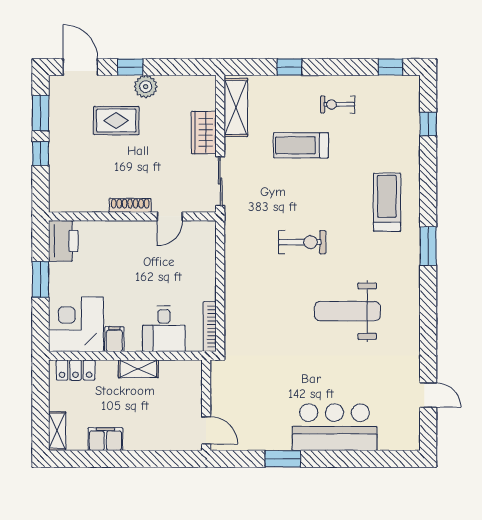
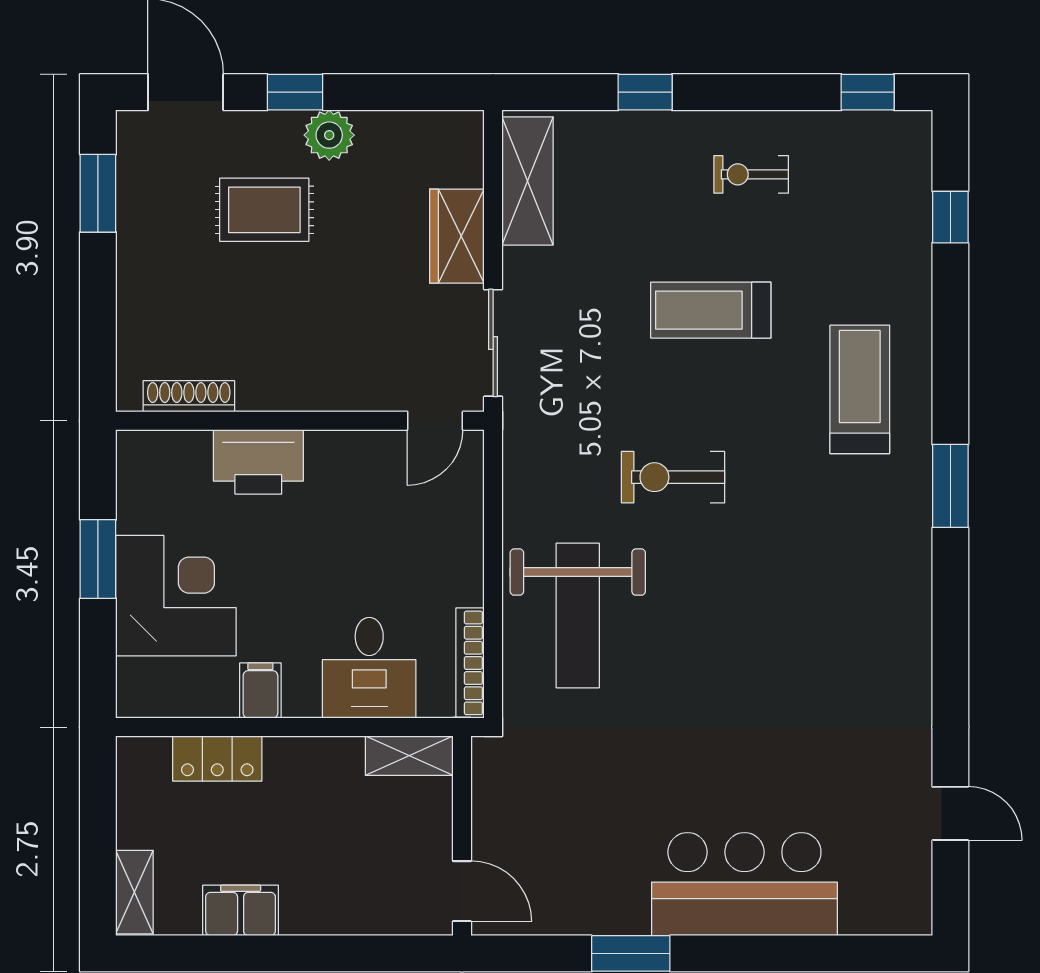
treadmill: (301, 145) -> (711, 310), moved
window: (41, 153) -> (98, 282), removed
shoe rack: (130, 205) -> (189, 396), moved
door: (170, 216) -> (435, 421), moved
printer: (63, 241) -> (258, 462), moved, turned 90
exercise bike: (302, 242) -> (673, 477), turned 180
weight bench: (347, 311) -> (578, 615), moved, turned -90
corner desk: (76, 324) -> (176, 596), moved, turned 90
shelving: (138, 369) -> (409, 756), moved
locker: (76, 370) -> (217, 758), moved

